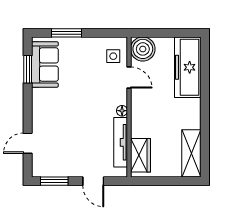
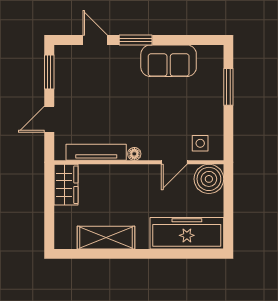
sofa: (45, 65) -> (169, 61), moved
window: (28, 69) -> (136, 40), moved
shelving: (191, 153) -> (106, 238), moved
wardrobe: (140, 155) -> (66, 185), moved, turned -90

